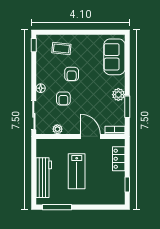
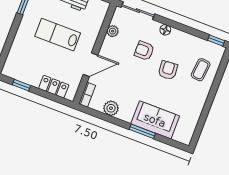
sofa: (114, 57) -> (155, 120), moved
armchair: (72, 74) -> (168, 70), turned 85
plant: (118, 95) -> (111, 108), moved
window: (127, 107) -> (142, 131), moved

